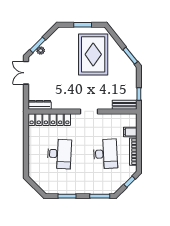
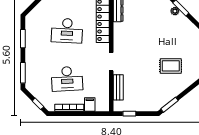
rug: (93, 54) -> (171, 66), width x0.54, depth x0.49
bench: (125, 105) -> (118, 87), moved

